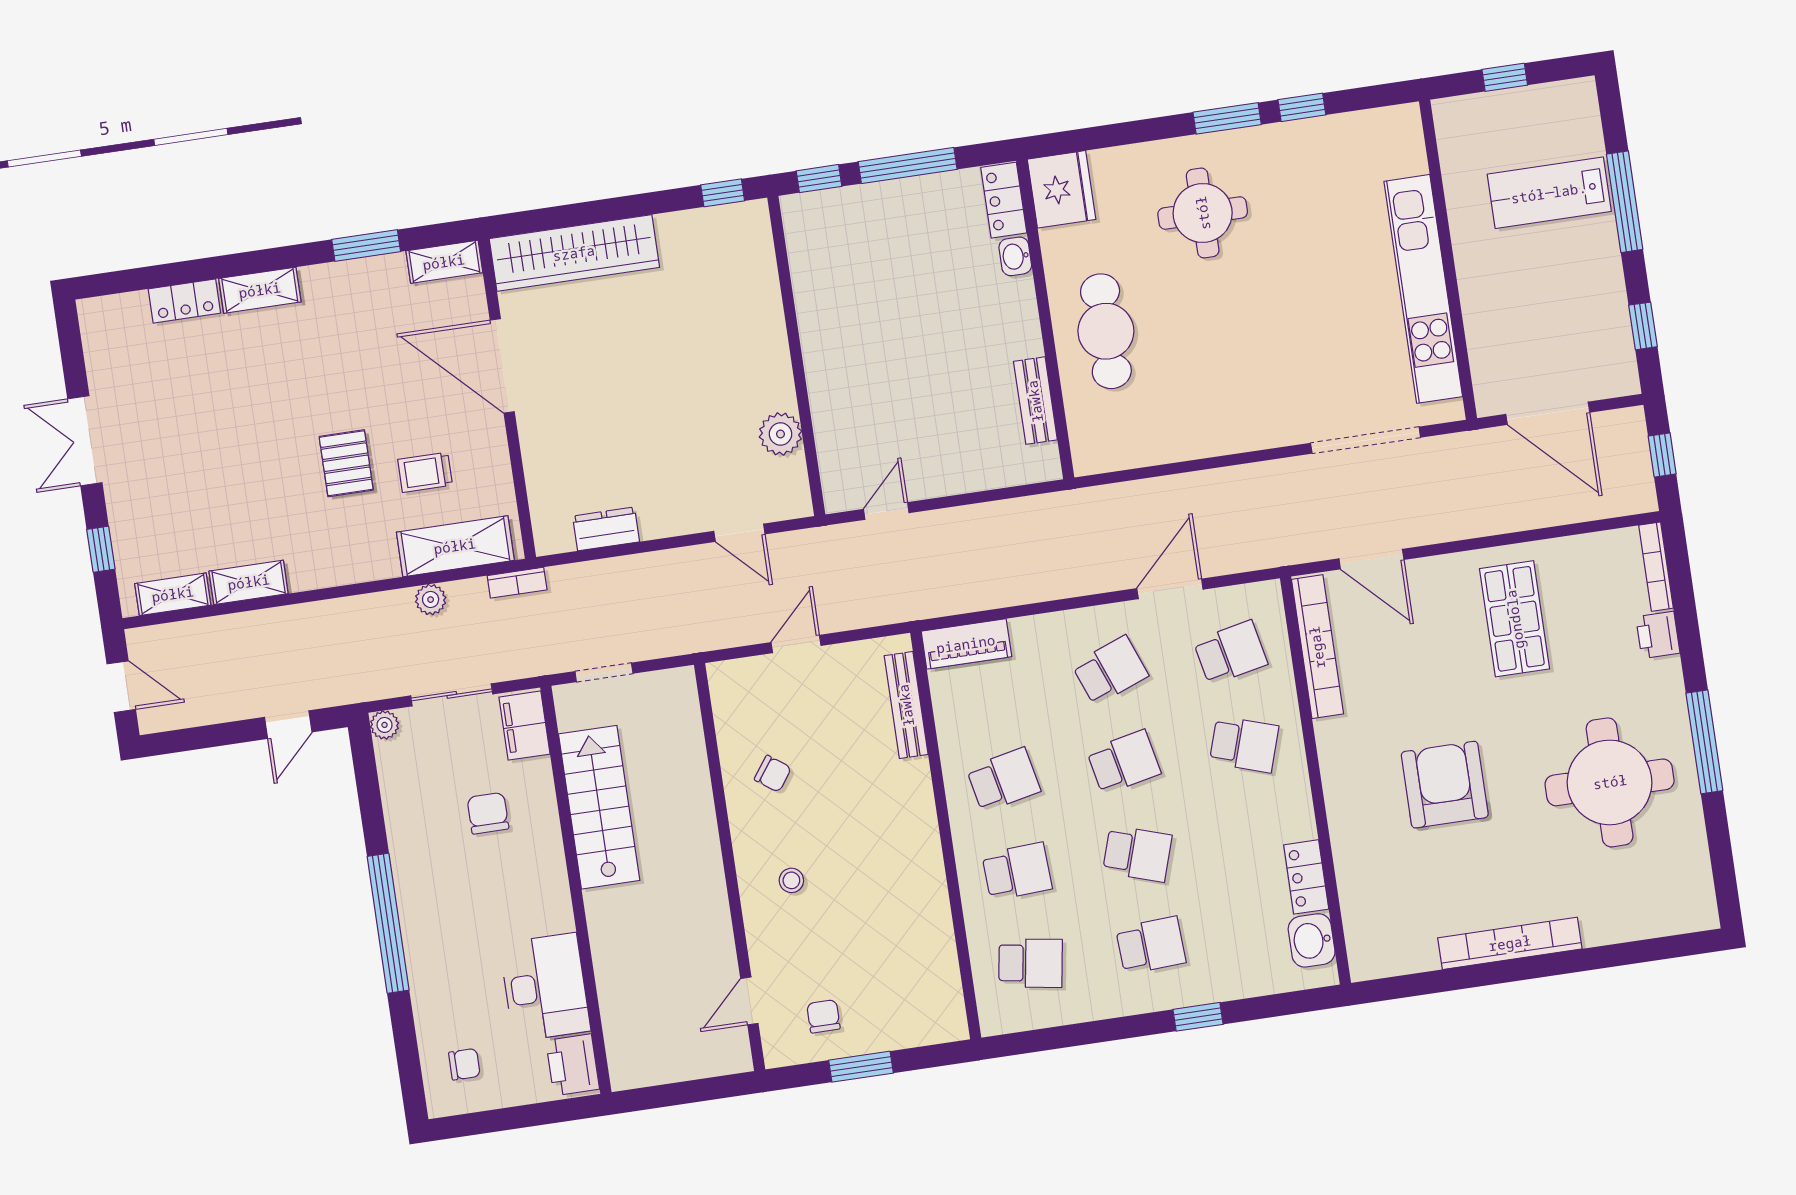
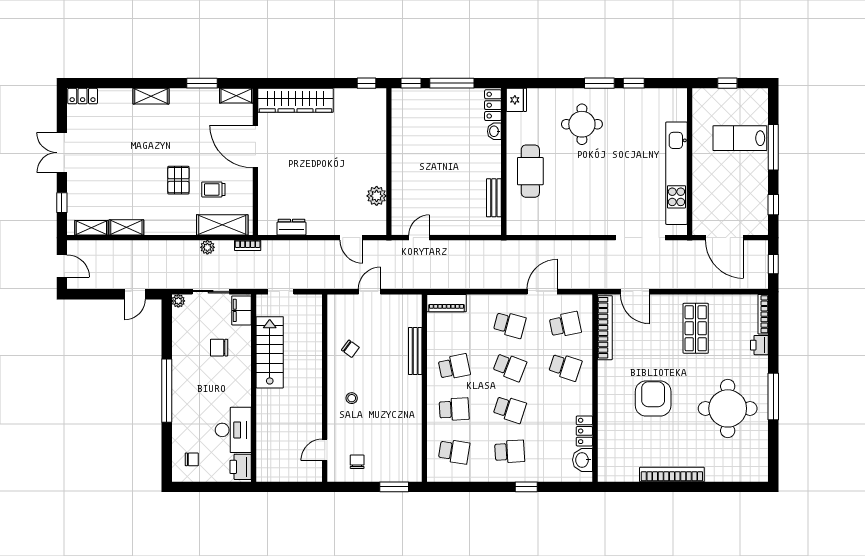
fridge: (1062, 189) -> (516, 100), width x0.73, depth x0.75
locker: (184, 301) -> (83, 96), moved
school desk: (1110, 670) -> (510, 325), turned 36
bench: (906, 705) -> (415, 351), moved
school desk: (1124, 762) -> (510, 367), turned 33
chair: (488, 813) -> (219, 348), turned -90
window: (861, 1067) -> (394, 487), moved

